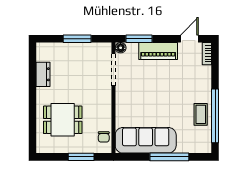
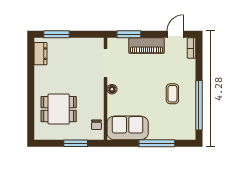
window: (77, 39) -> (57, 34), moved
floor lamp: (121, 48) -> (112, 89), moved
dresser: (43, 74) -> (40, 54), moved
coffee table: (201, 114) -> (172, 94), moved
sofa: (146, 140) -> (128, 128), width x0.73

